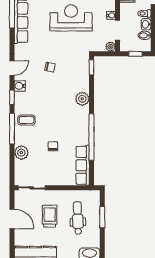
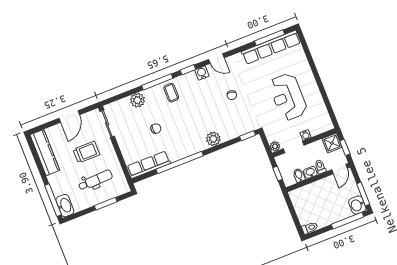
reception desk: (71, 18) -> (288, 97), turned 180

